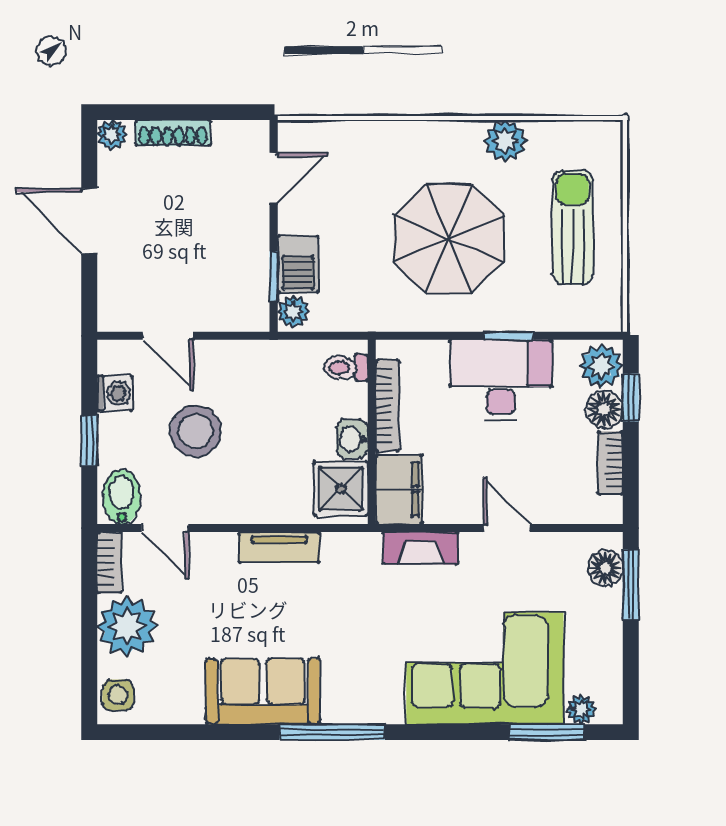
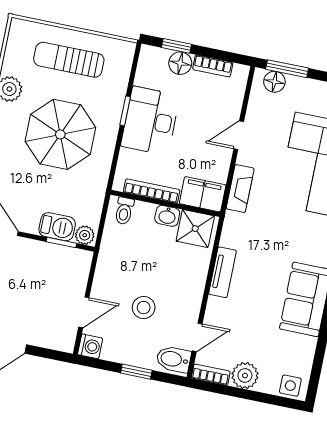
plant: (601, 366) -> (154, 59), removed
washing machine: (115, 393) -> (90, 346), moved, turned 90
stool: (196, 431) -> (144, 308), width x0.73, depth x0.73
plant: (127, 626) -> (245, 376), width x0.73, depth x0.73

